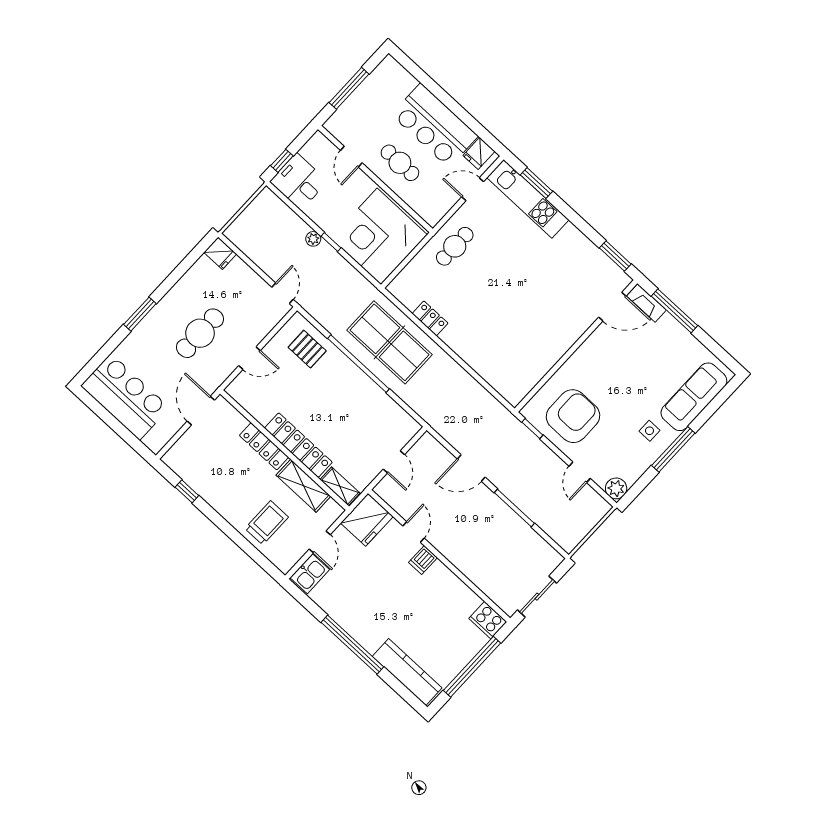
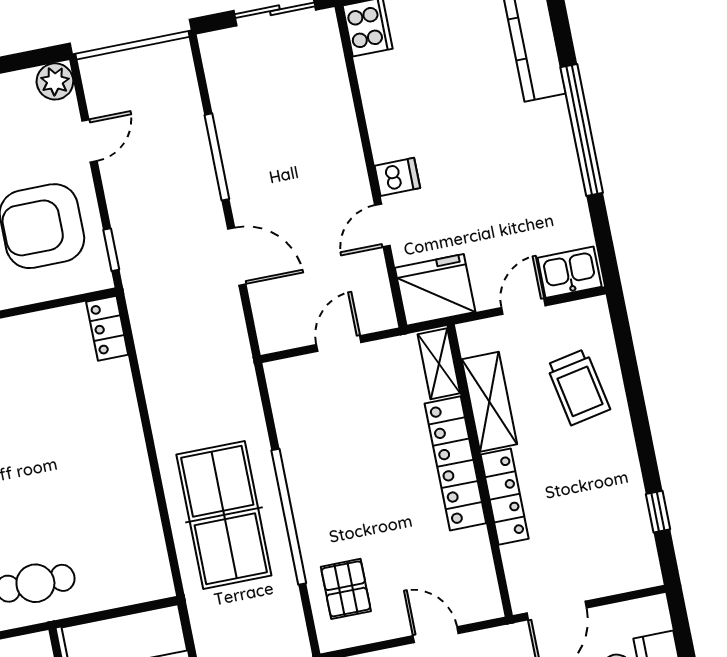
locker: (430, 318) -> (107, 328), moved
trolley: (267, 523) -> (578, 387), turned -101

